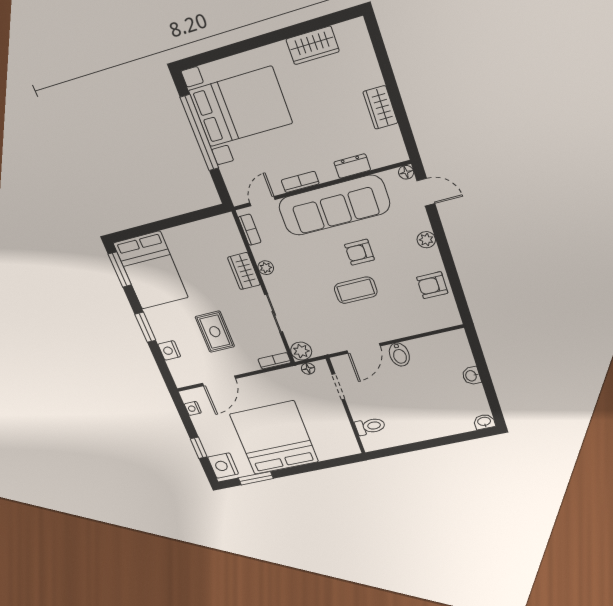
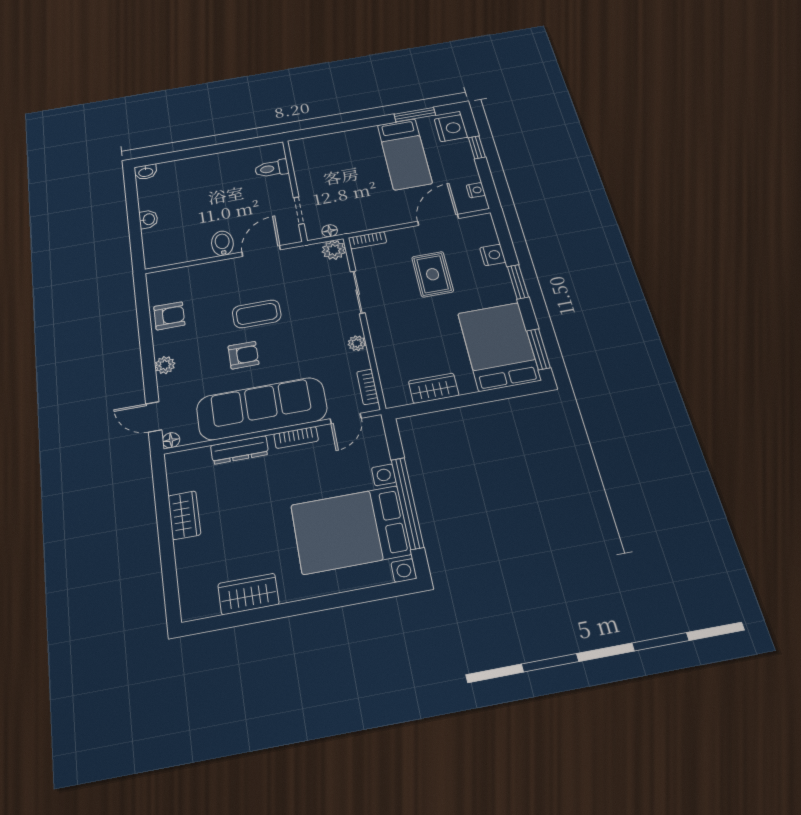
dresser: (352, 166) -> (240, 450), width x1.44
wardrobe: (244, 271) -> (434, 388), moved, turned -90
bed: (274, 438) -> (405, 154), width x0.49

